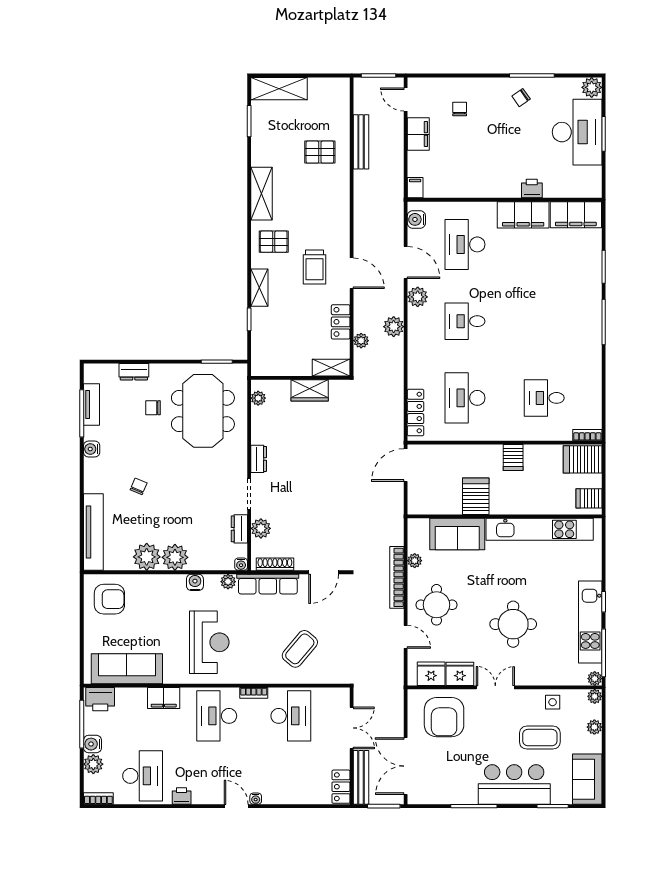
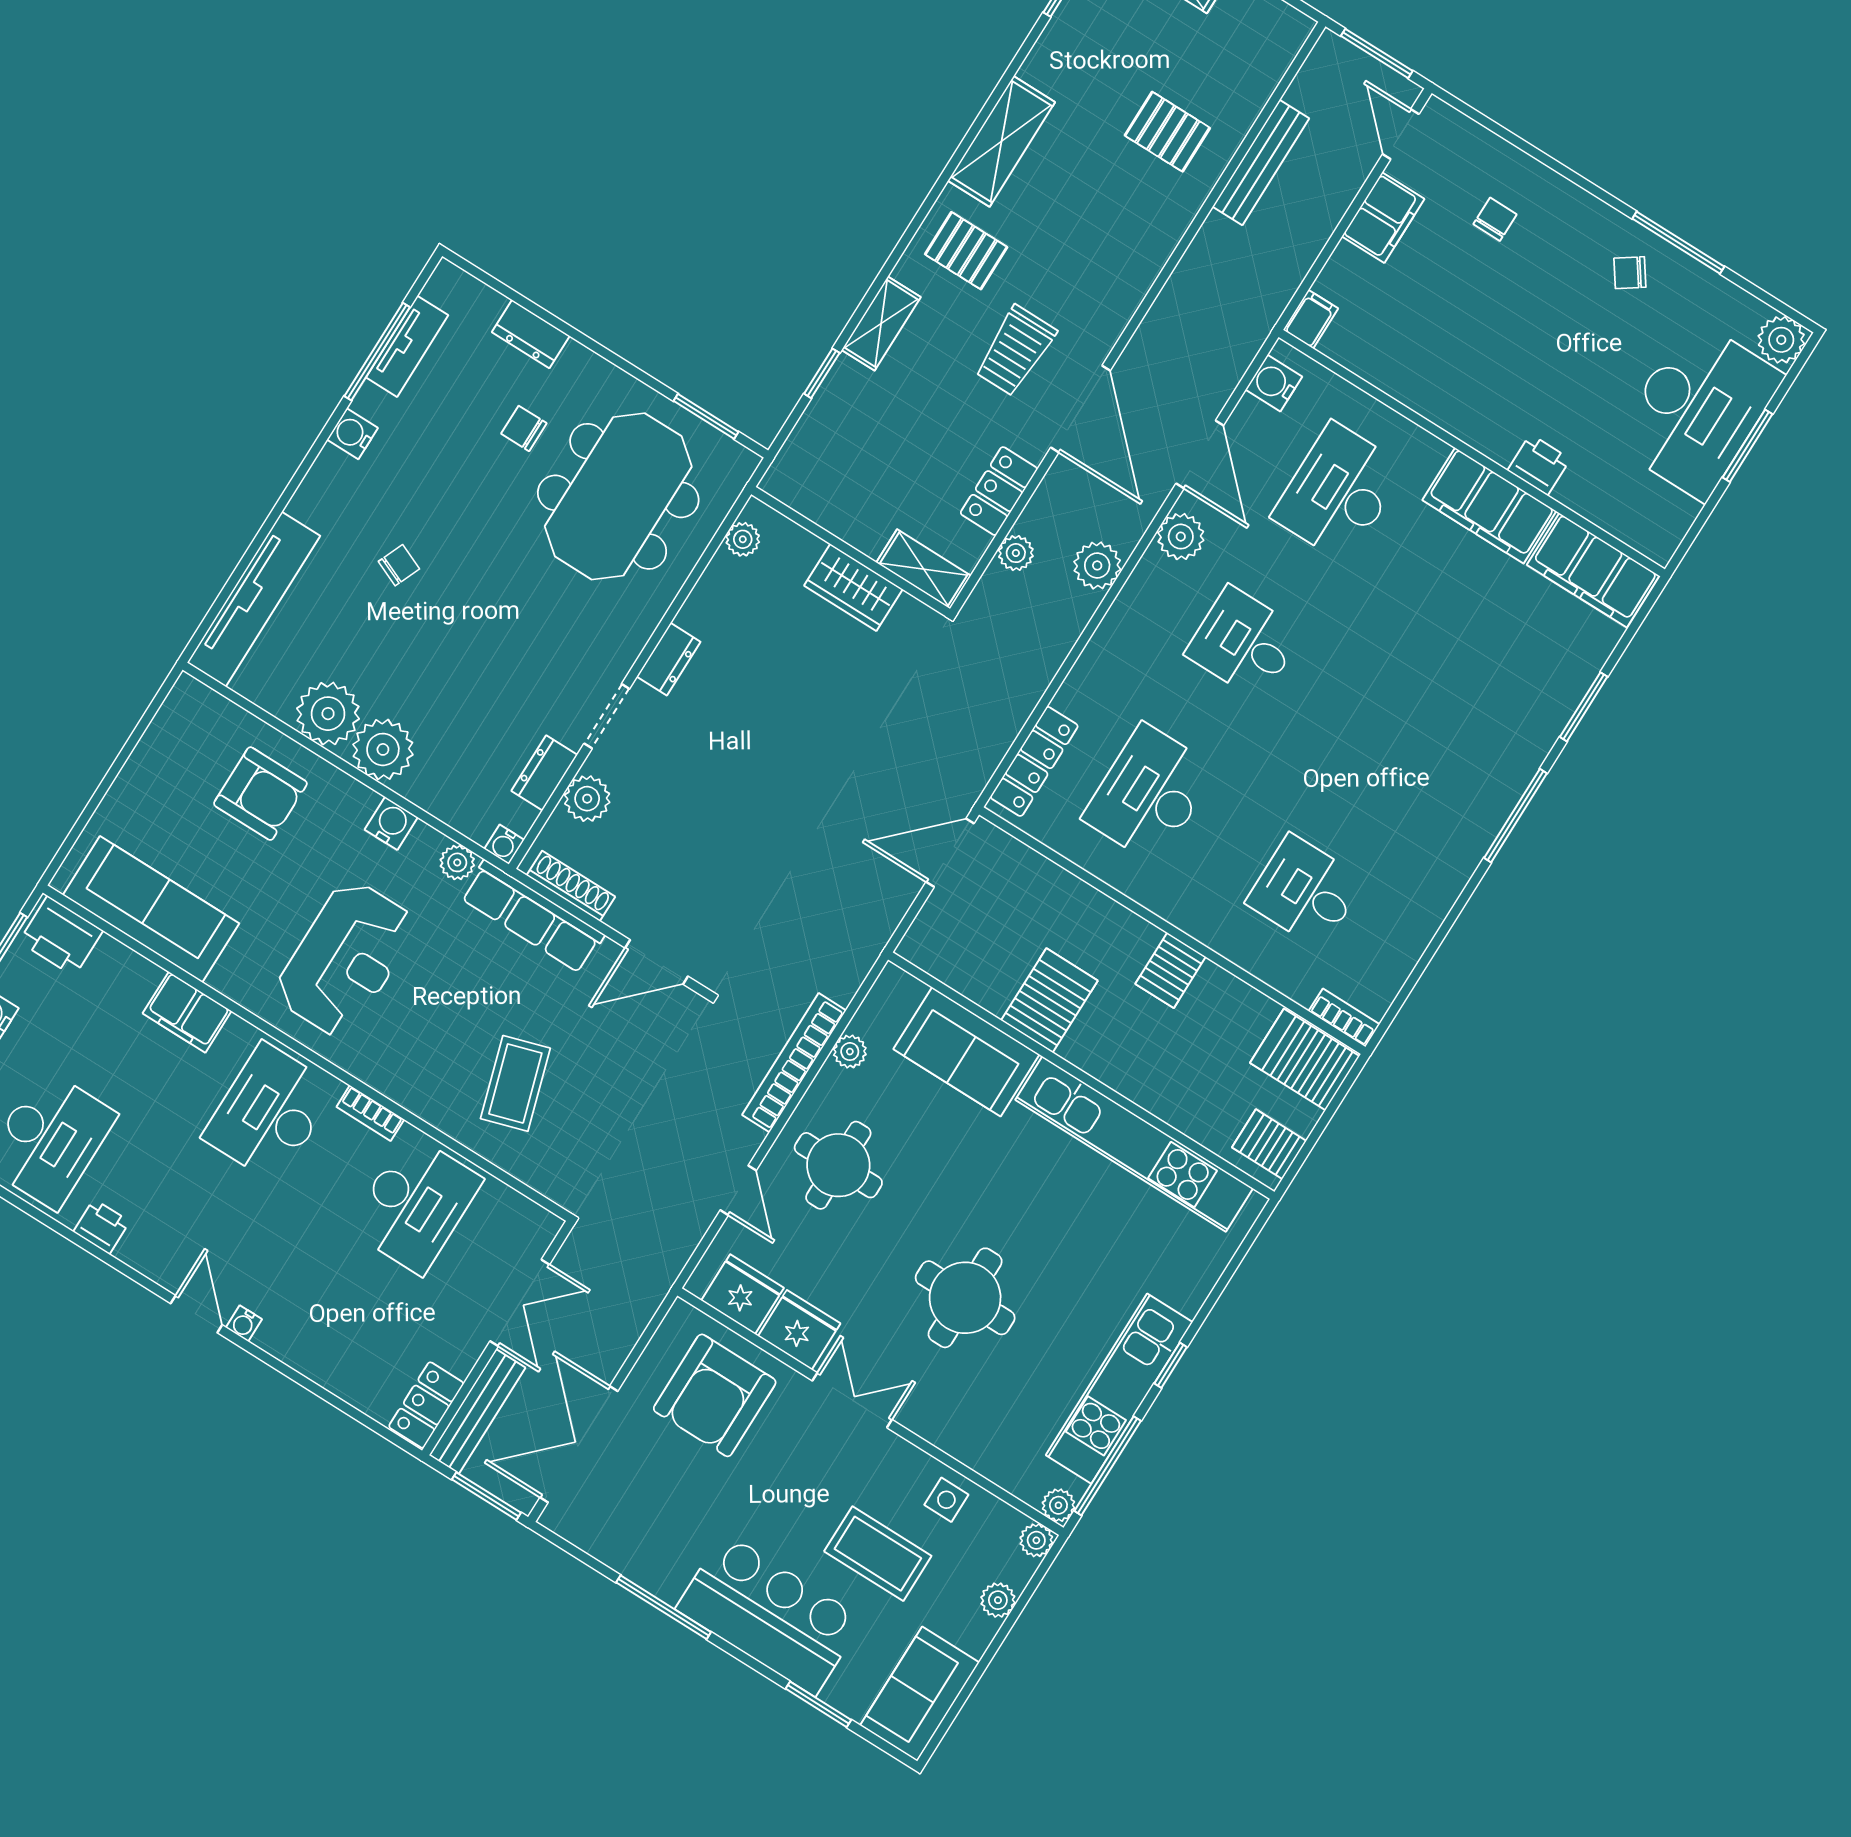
door: (352, 273) -> (1080, 409), width x1.36
armchair: (109, 599) -> (260, 794), moved
coffee table: (300, 649) -> (515, 1083), turned -57

